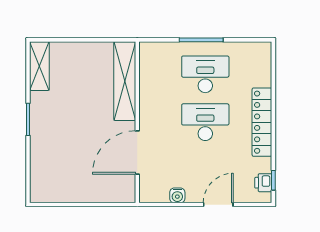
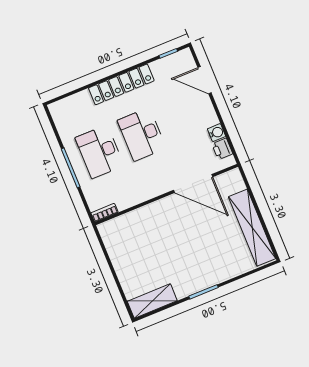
bookcase: (144, 55) -> (105, 213), added
shelving: (125, 81) -> (252, 228), moved, turned 90
printer: (263, 183) -> (222, 149), moved, turned 90
door: (218, 205) -> (204, 80), moved

